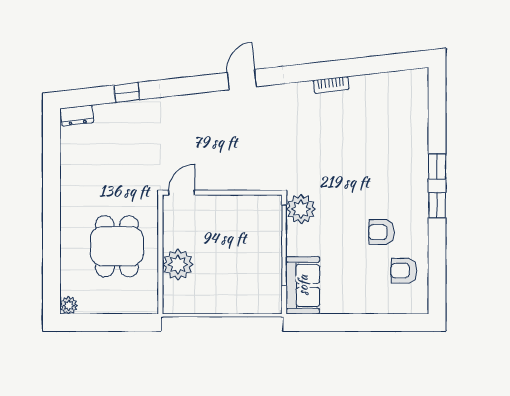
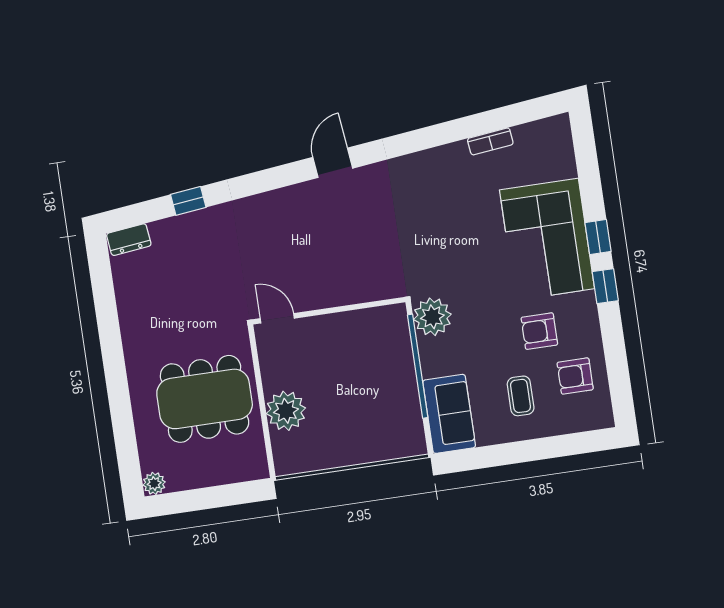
bookcase: (331, 85) -> (490, 141), moved
corner sofa: (398, 163) -> (547, 239), added
door: (182, 193) -> (277, 318), hinge flipped
dining table: (117, 246) -> (205, 399), width x1.38
coffee table: (360, 280) -> (521, 396), added

